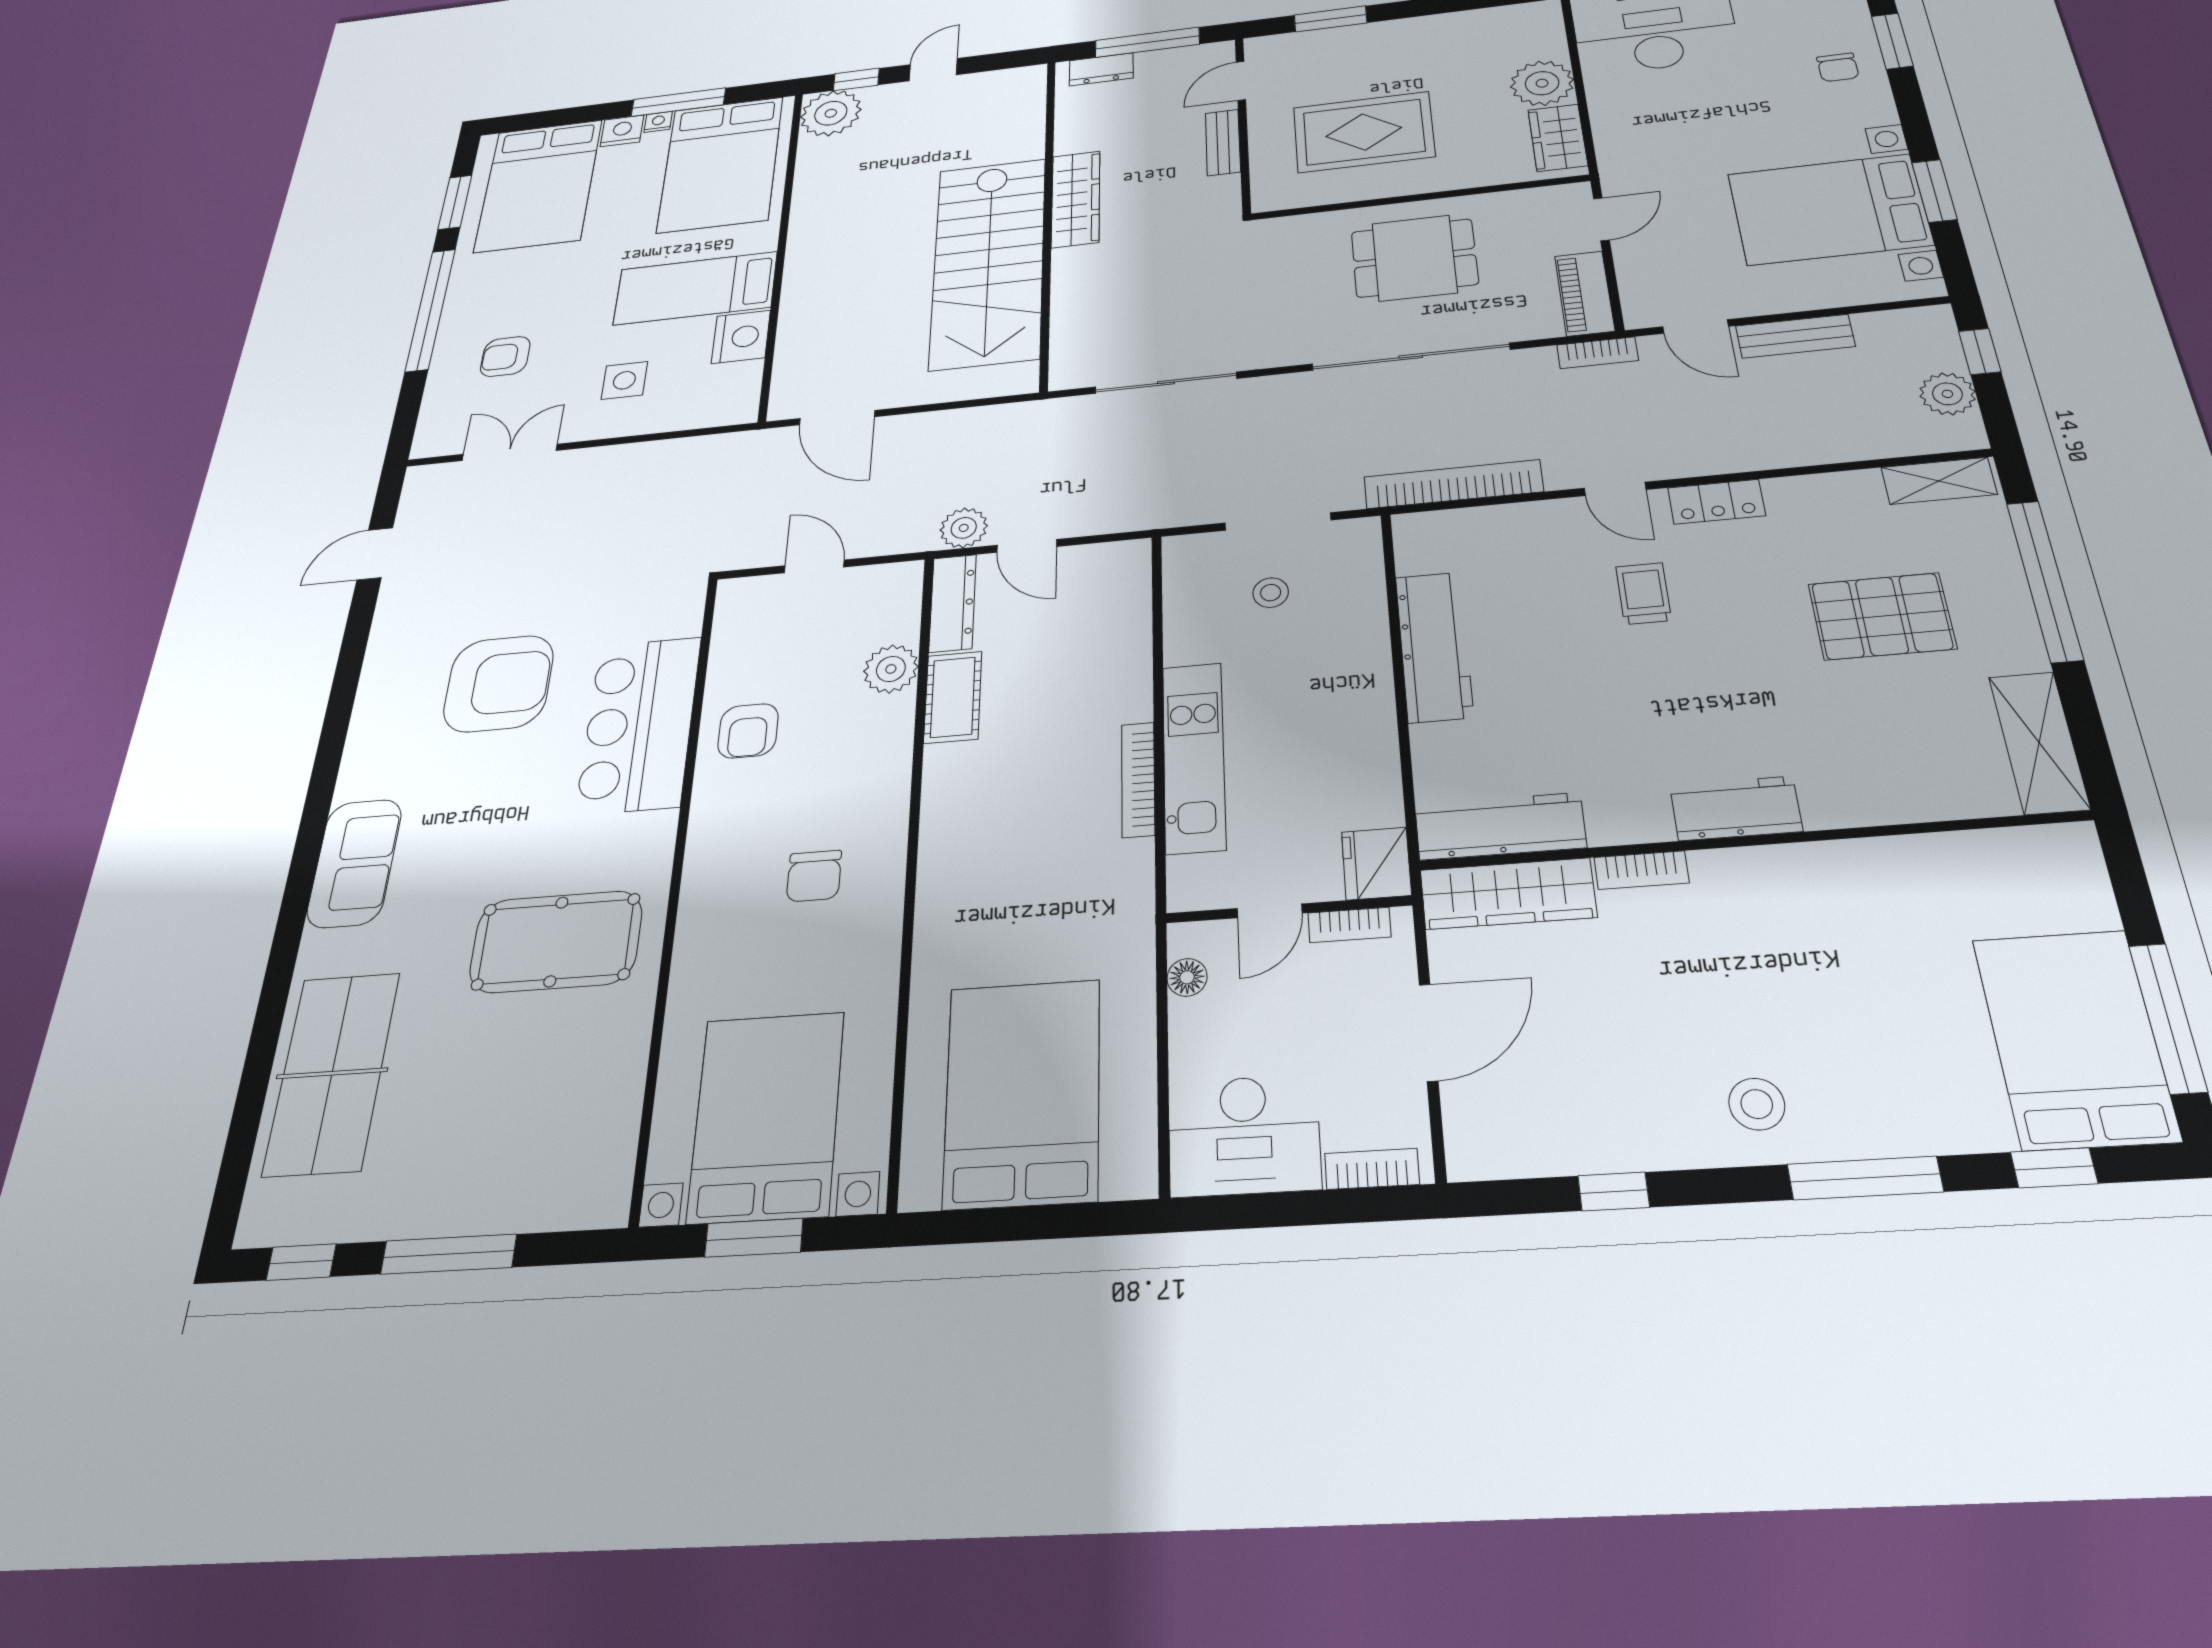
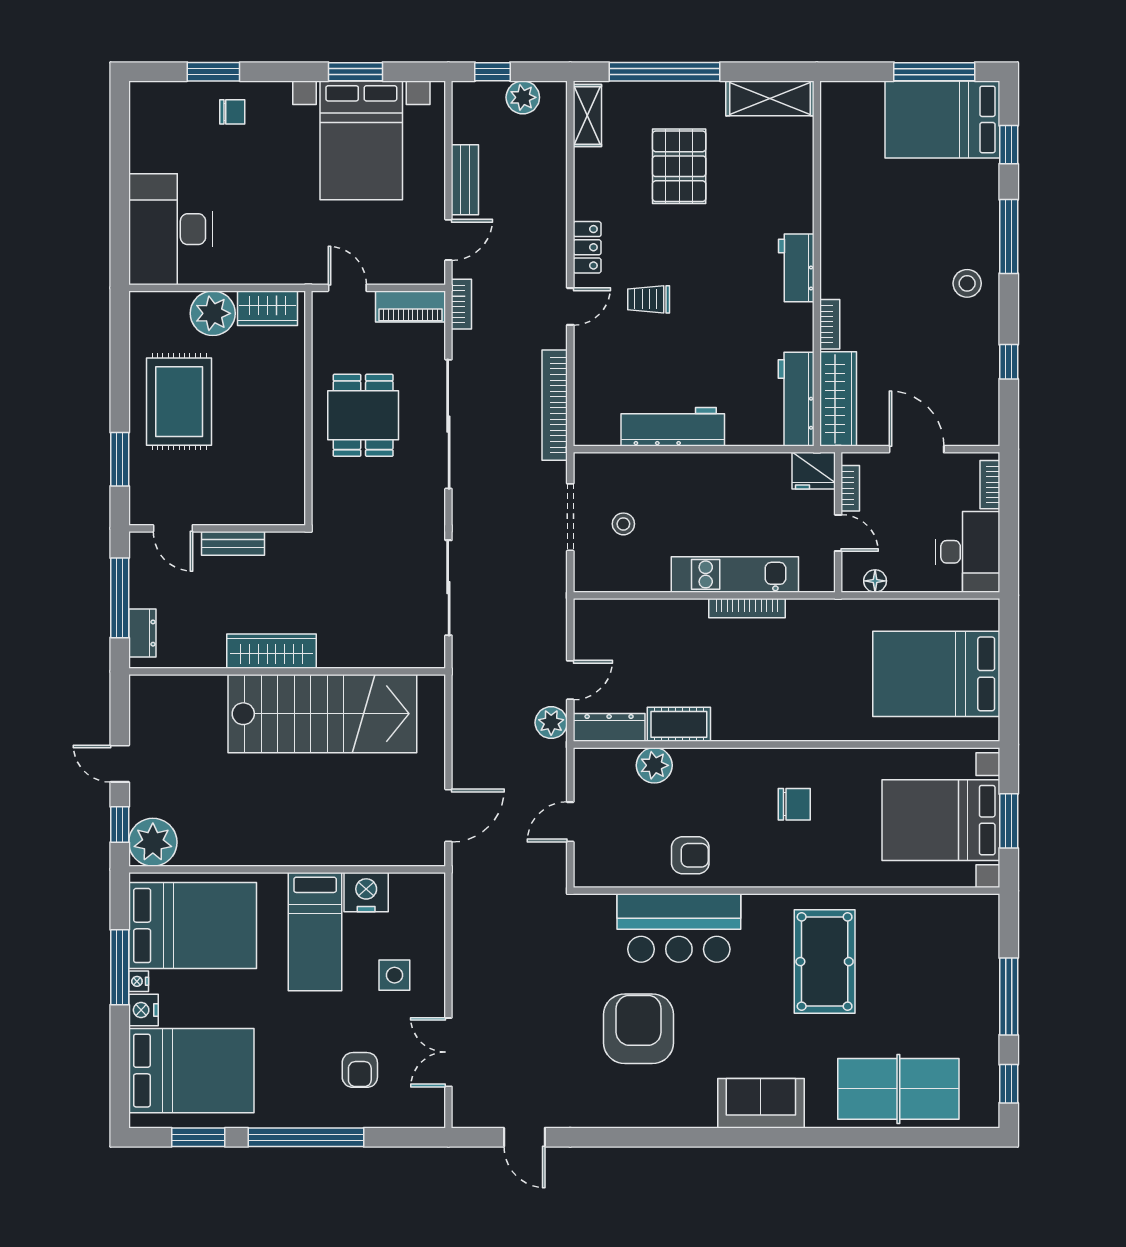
rug: (1364, 132) -> (179, 402), moved

